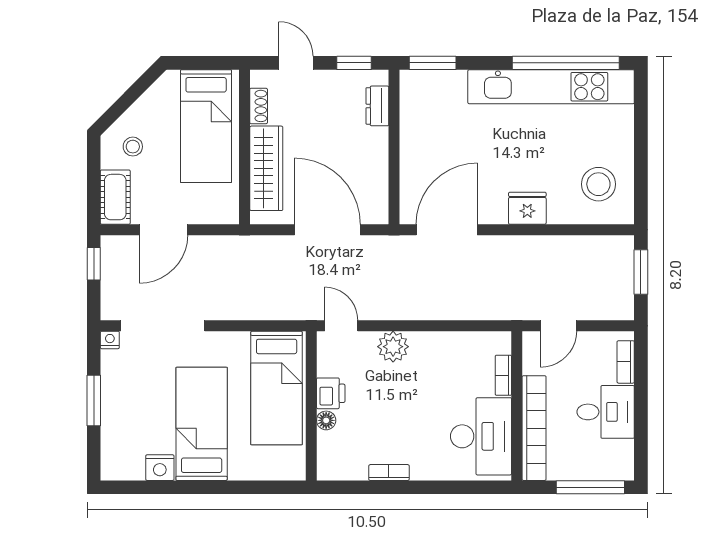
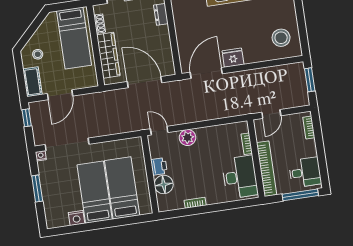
fridge: (527, 208) -> (233, 58), moved
bed: (277, 388) -> (122, 188), moved, turned 180
desk: (606, 412) -> (305, 172), moved
floor lamp: (326, 420) -> (164, 184), width x1.89, depth x1.89

